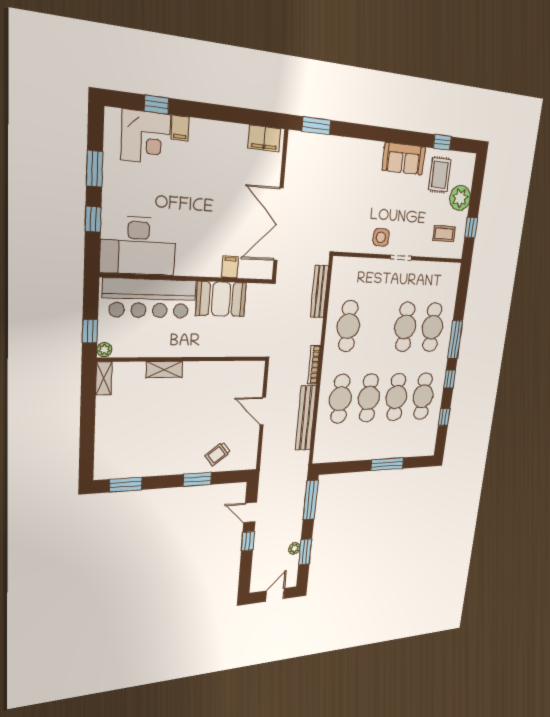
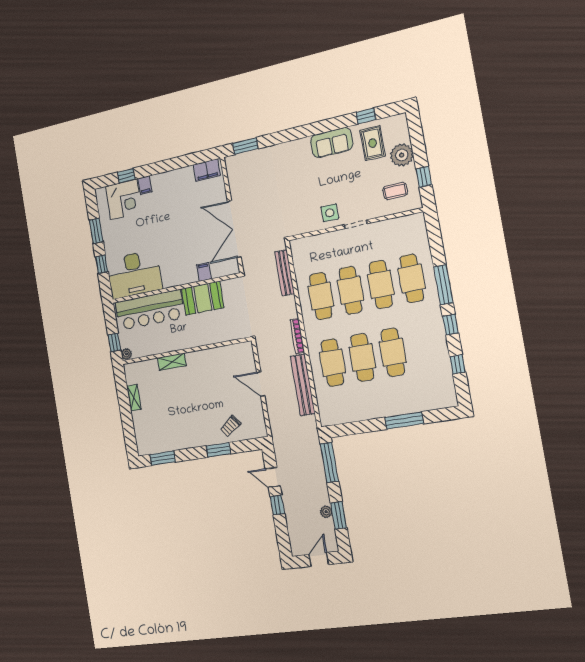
shelving: (104, 378) -> (134, 398), moved
cafe table: (423, 396) -> (350, 290), moved

